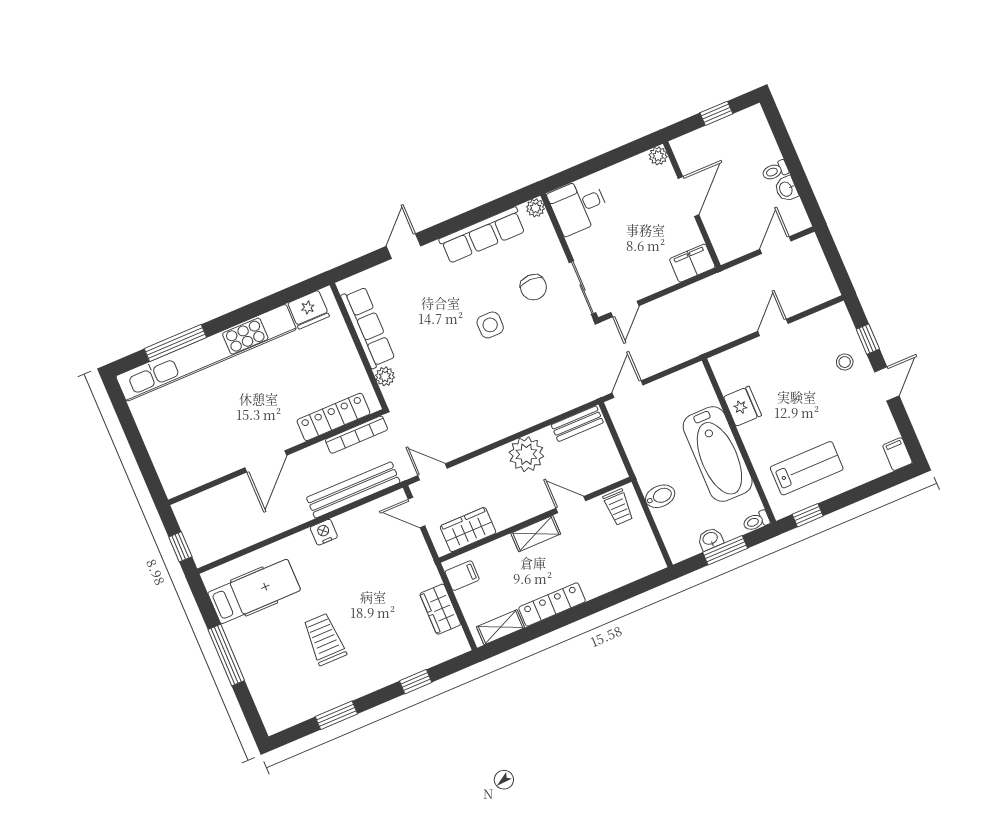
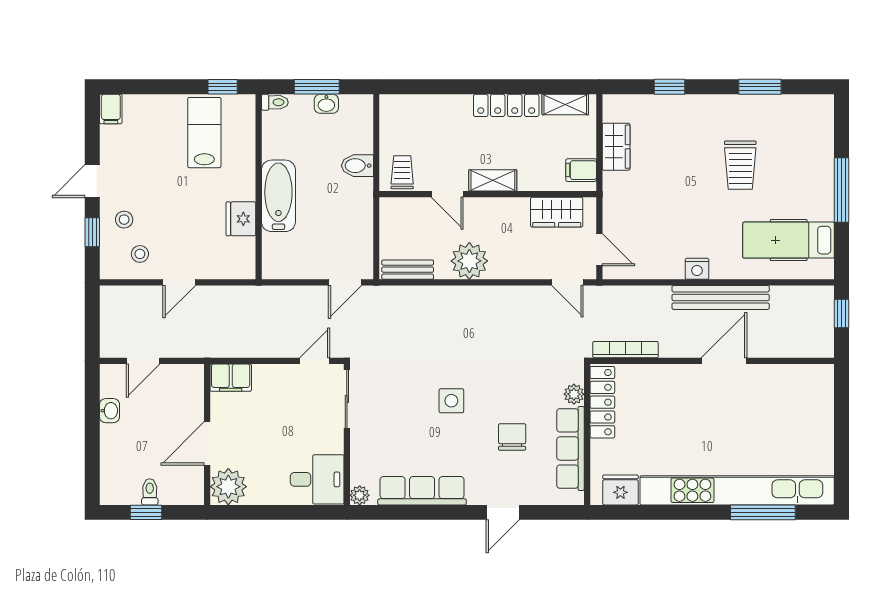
plant: (658, 156) -> (228, 487), width x1.88, depth x1.88
toilet: (775, 171) -> (150, 492), moved, turned -90
chair: (533, 287) -> (512, 437), moved
stool: (818, 338) -> (140, 254), added
locker: (333, 417) -> (602, 402), moved, turned -90
bathtub: (718, 454) -> (278, 196), width x0.73, depth x0.73
lab bench: (807, 468) -> (204, 133), turned 90
bench: (353, 490) -> (721, 297), moved

